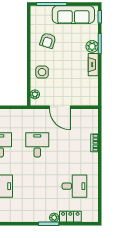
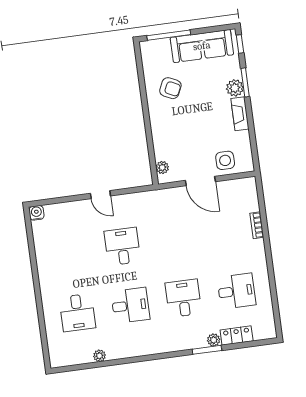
armchair: (48, 41) -> (170, 88), turned -82
side table: (42, 72) -> (225, 160), moved
desk: (37, 145) -> (183, 298), moved

